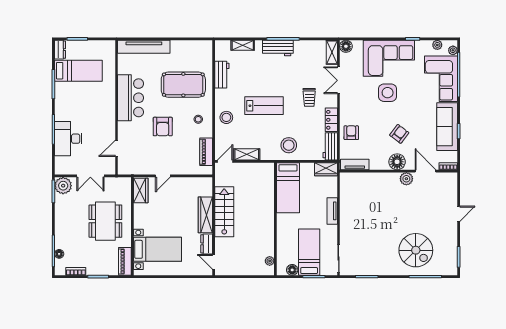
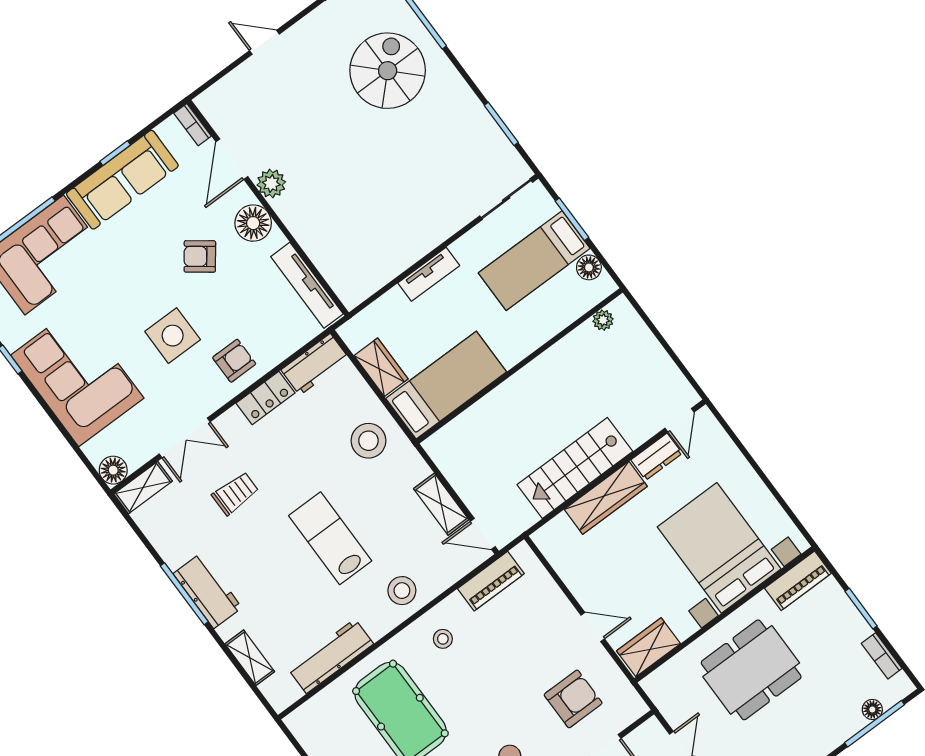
workbench: (222, 75) -> (331, 656), width x1.38
side table: (388, 93) -> (173, 336), moved
trolley: (309, 97) -> (235, 493), moved
armchair: (163, 127) -> (573, 699), moved
armchair: (351, 133) -> (234, 361), moved, turned 180
tv unit: (355, 164) -> (307, 285), width x1.41
wardrobe: (326, 169) -> (381, 367), moved
bed with nightstands: (157, 249) -> (719, 548), width x1.36

